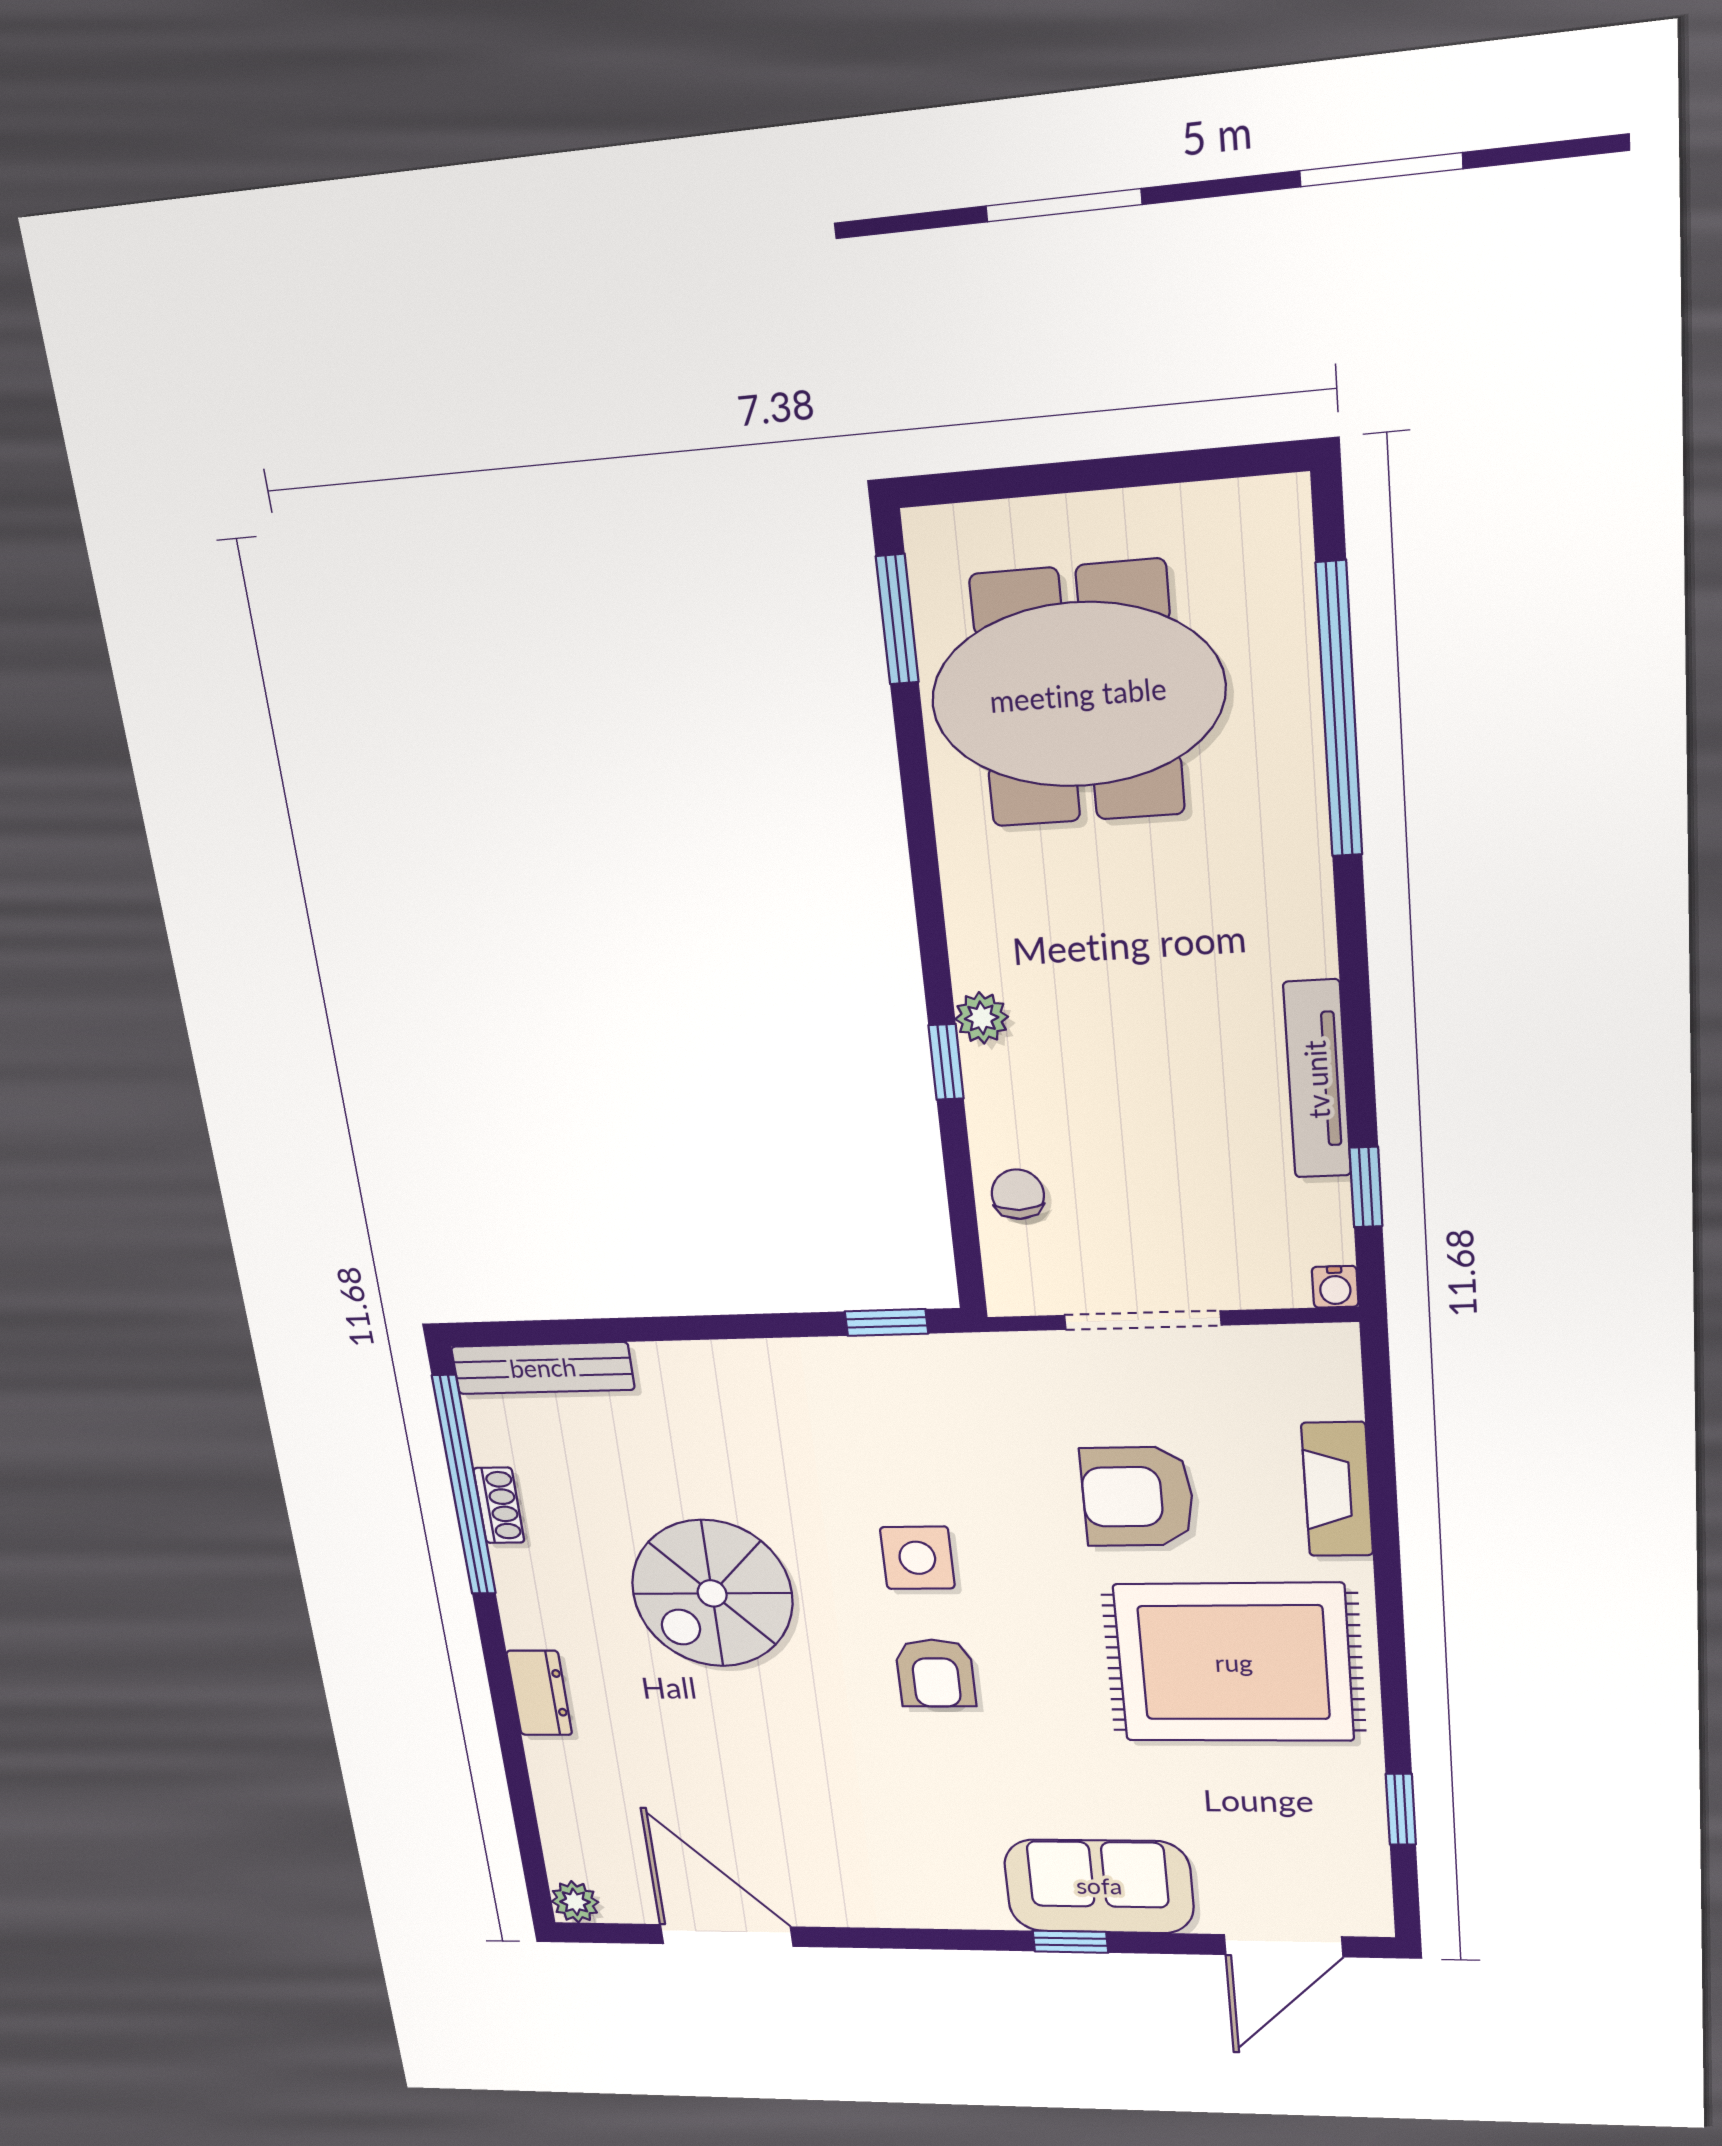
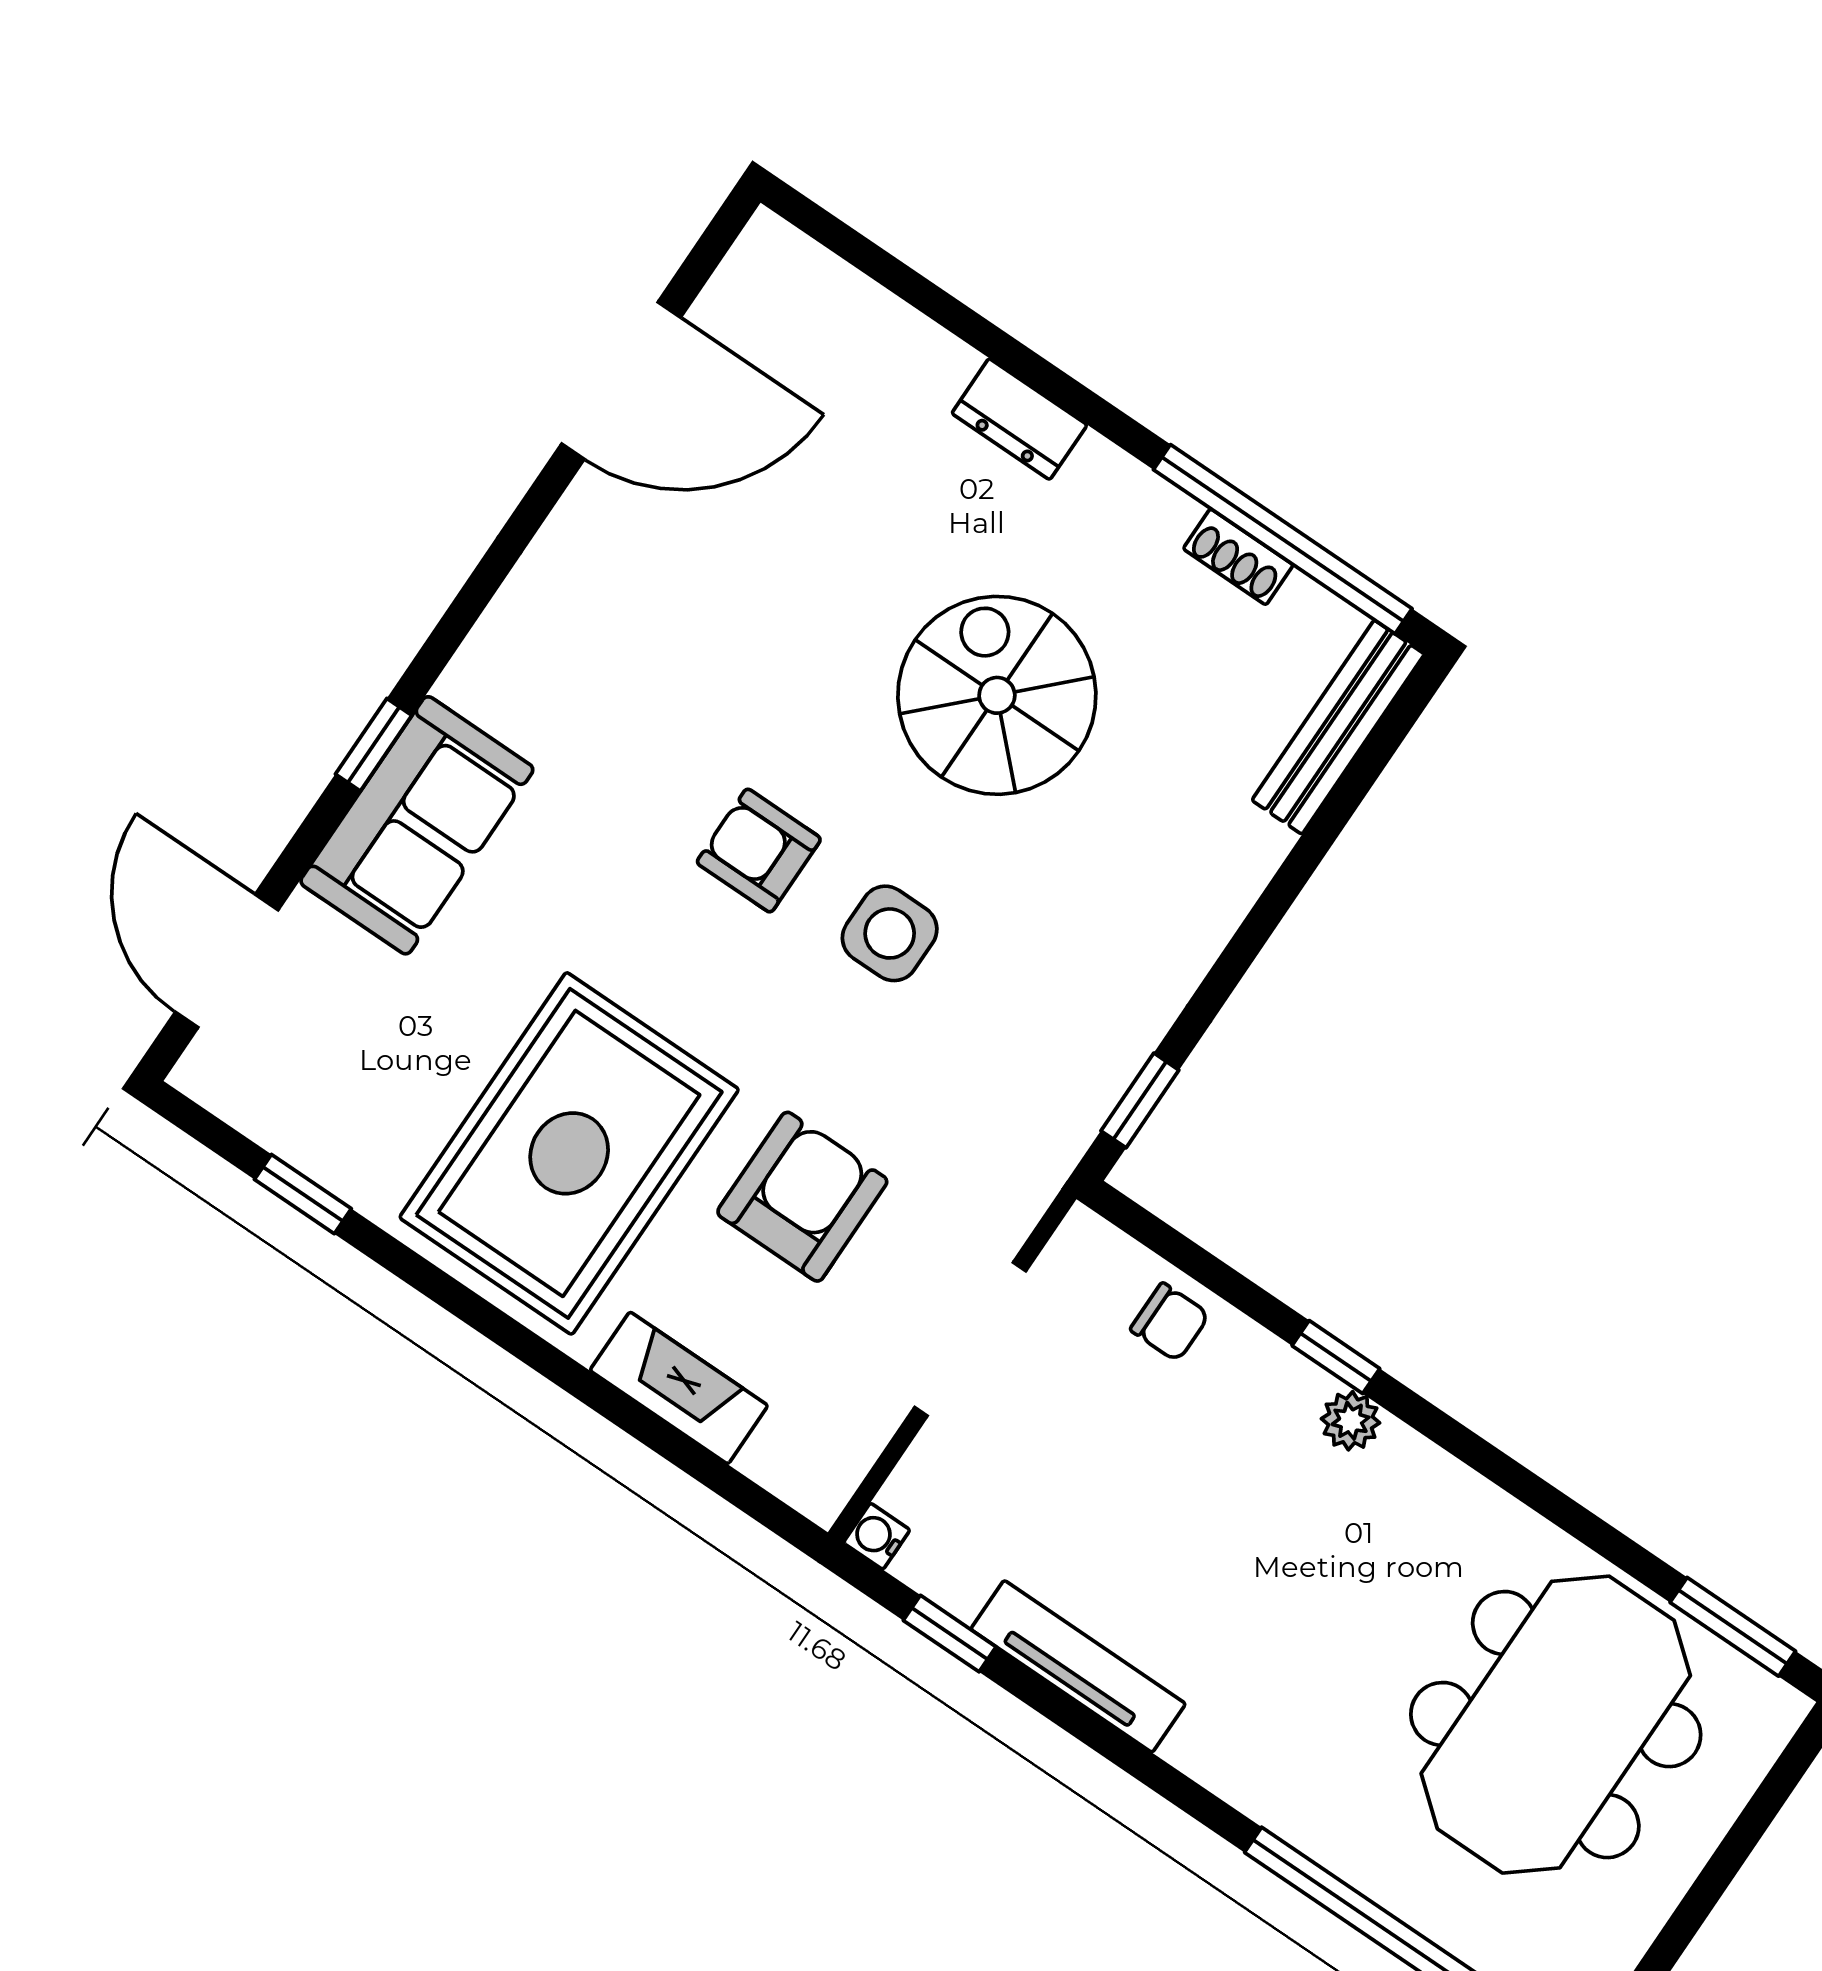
plant: (575, 1902) -> (769, 246), removed

